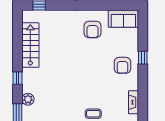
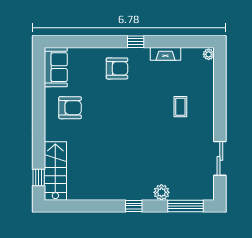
stairs: (30, 45) -> (55, 171), moved, turned 90
window: (143, 58) -> (136, 42), moved

